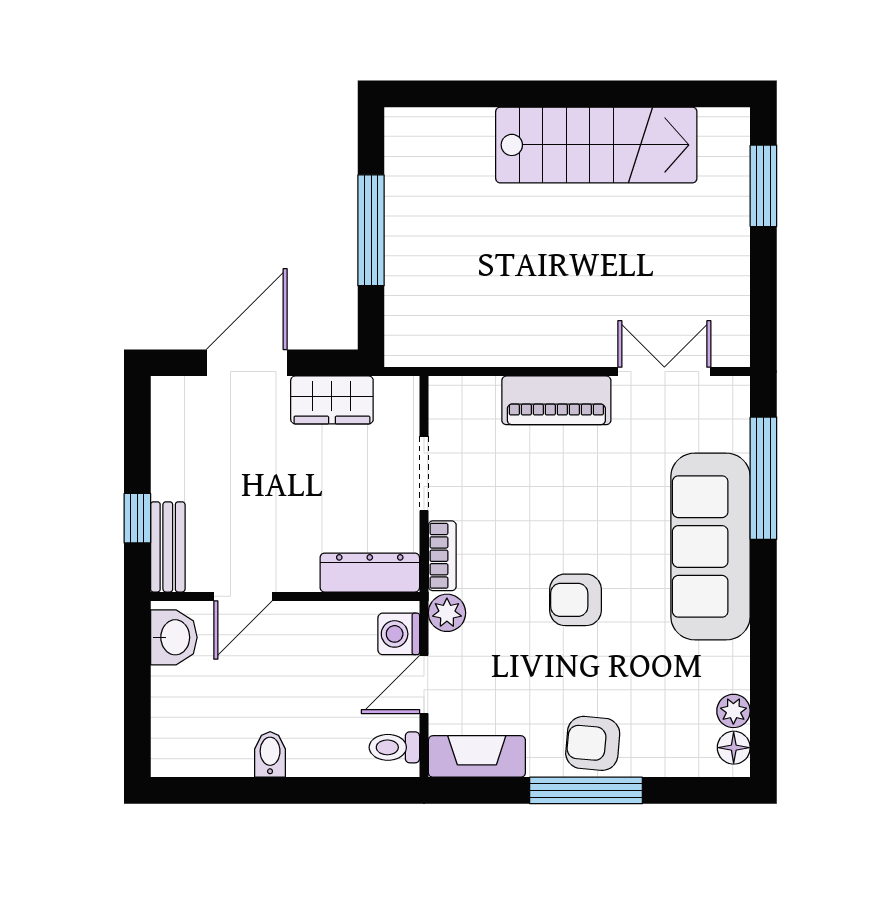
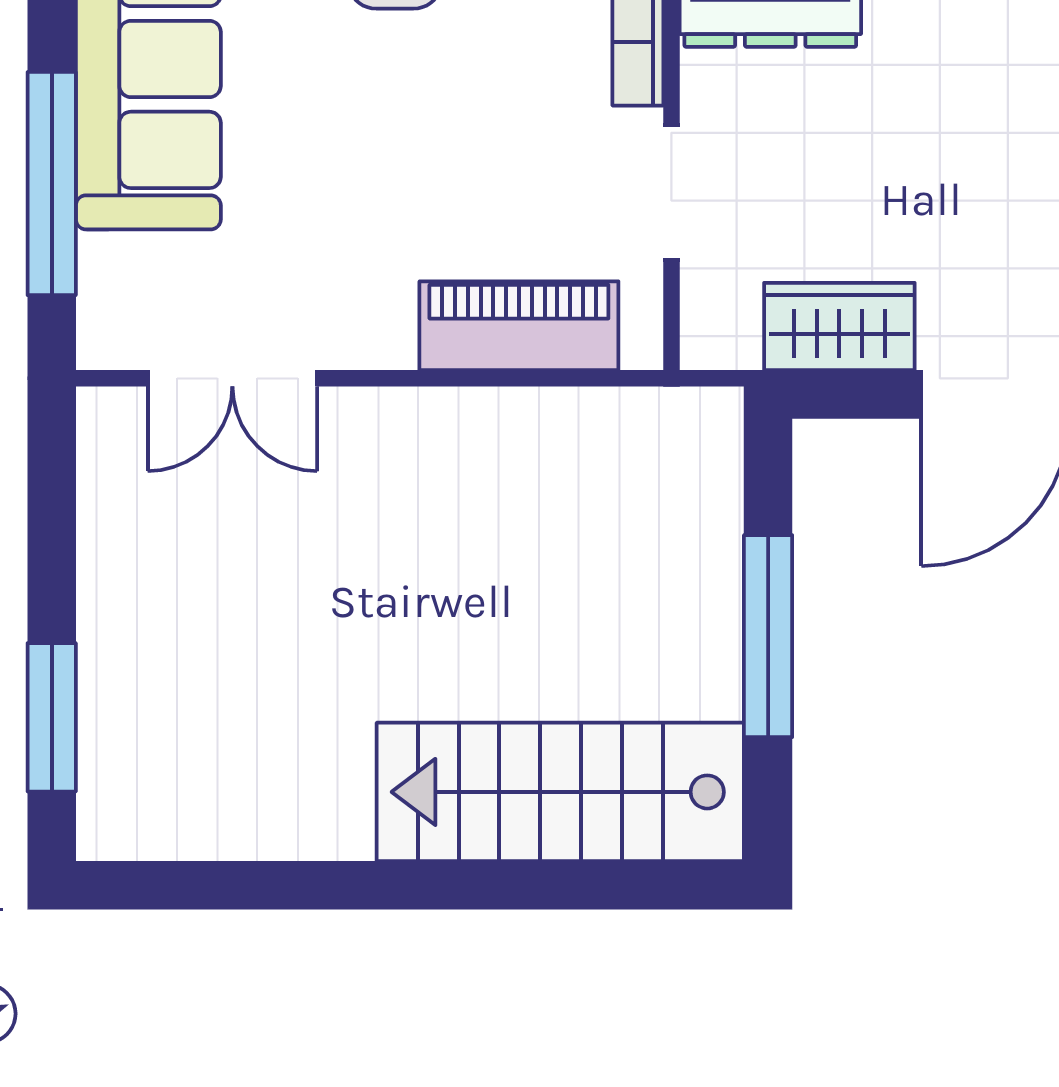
stairs: (596, 145) -> (560, 792), moved
piano: (556, 400) -> (519, 326), moved

